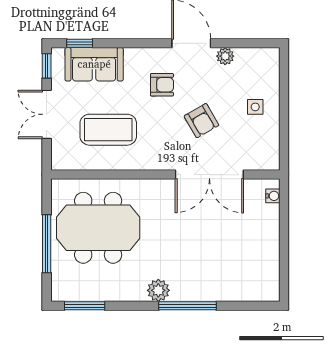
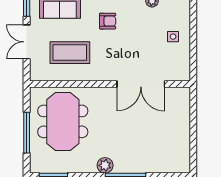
armchair: (201, 121) -> (135, 46), removed
water cooler: (273, 196) -> (185, 99), removed
meeting table: (98, 228) -> (63, 121), turned 90

